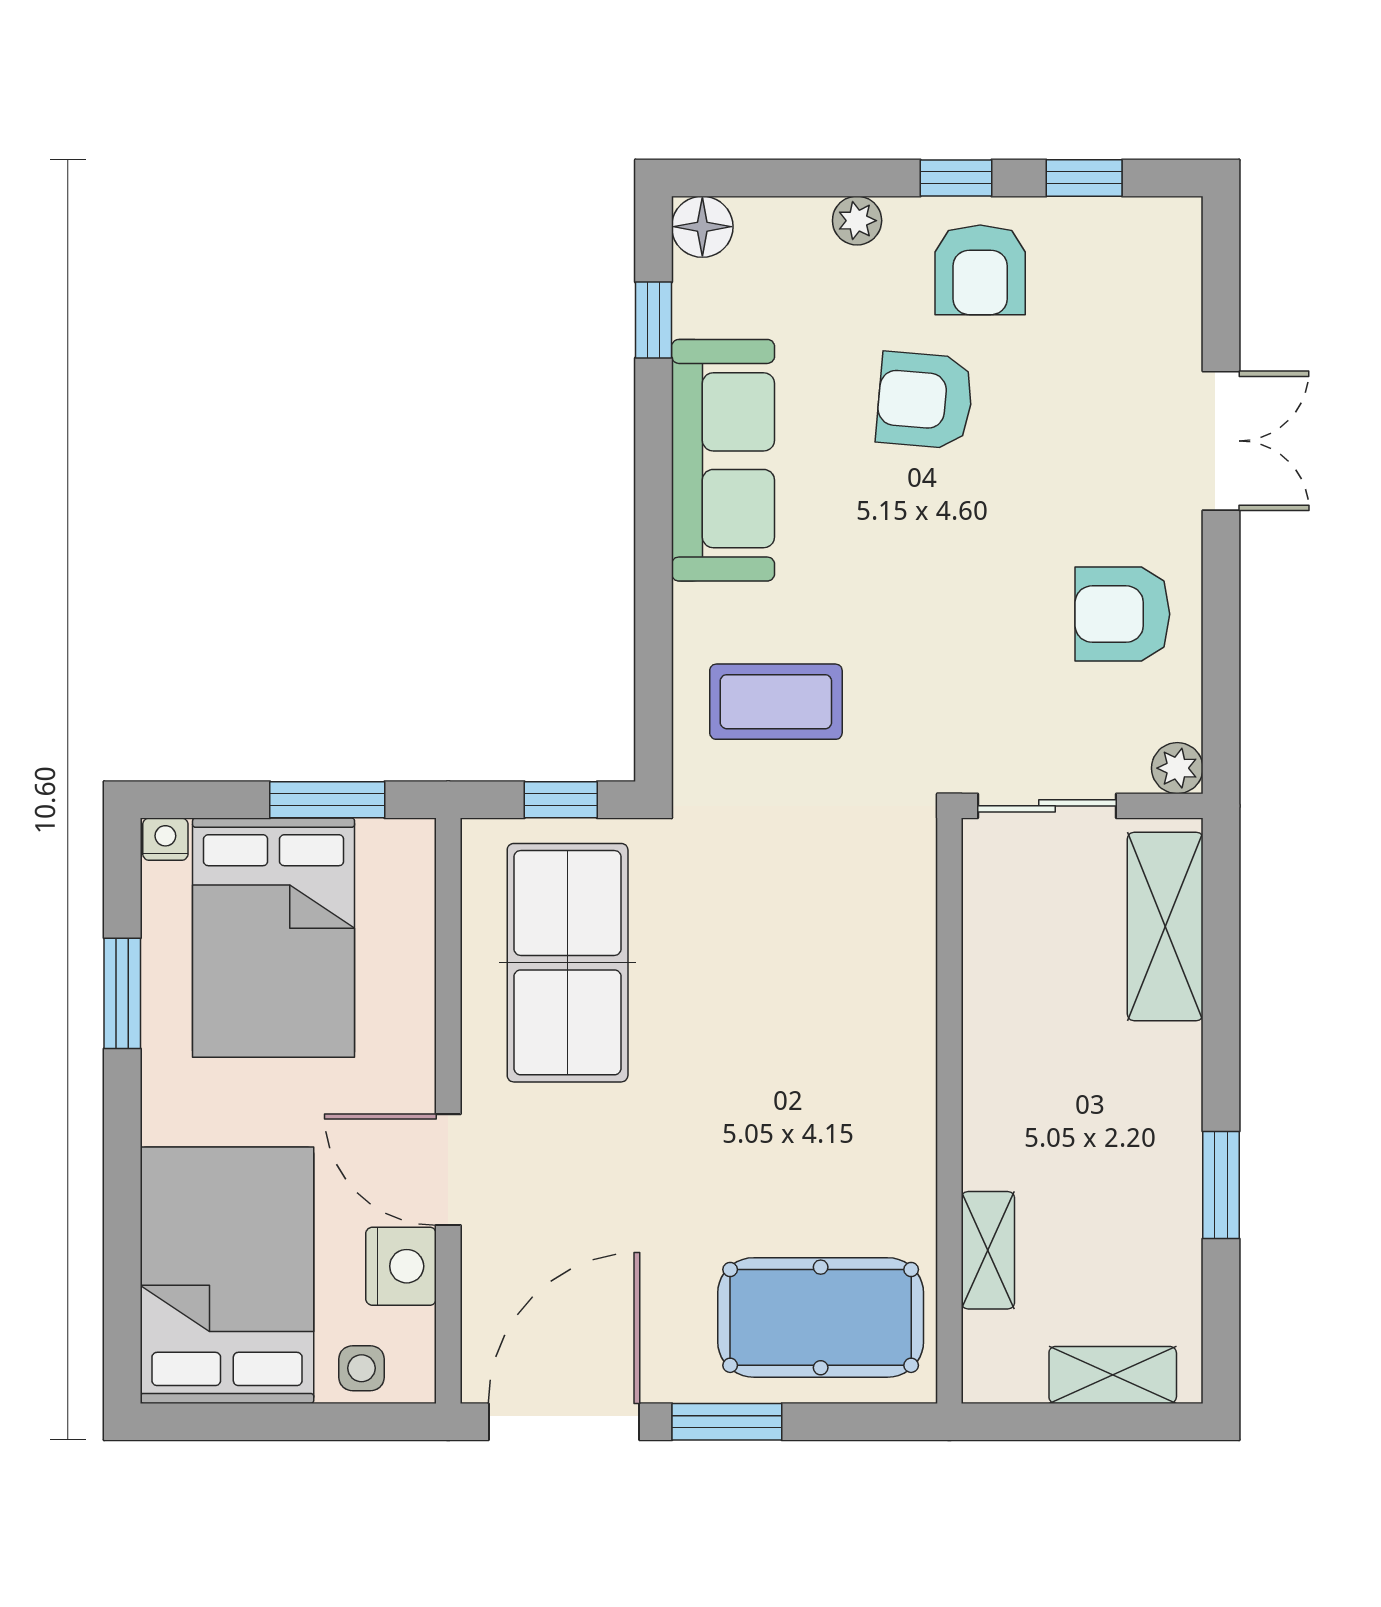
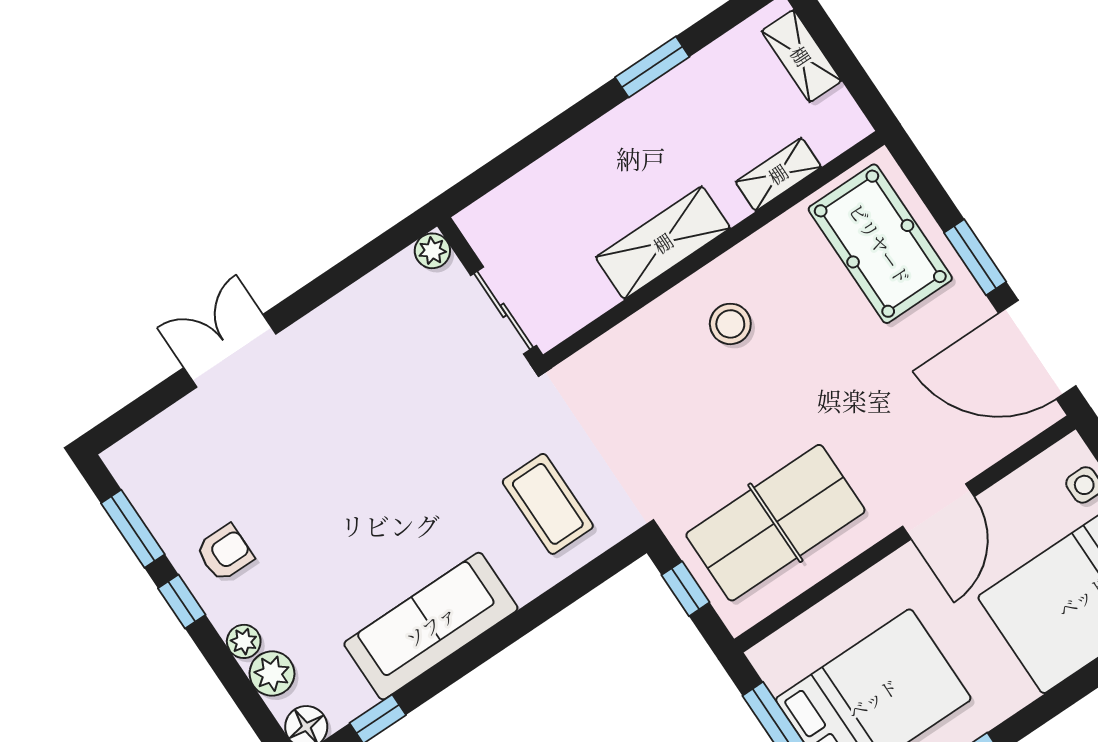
window: (1084, 178) -> (133, 529), width x1.50
plant: (795, 229) -> (272, 673), added
armchair: (980, 270) -> (225, 553), width x0.72, depth x0.72
armchair: (925, 400) -> (320, 534), removed
armchair: (1122, 614) -> (366, 341), removed
shelving: (1165, 926) -> (663, 243), moved
stool: (846, 1070) -> (730, 324), added
nightstand: (401, 1266) -> (1011, 501), removed

